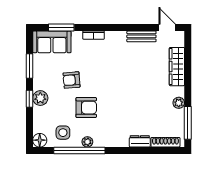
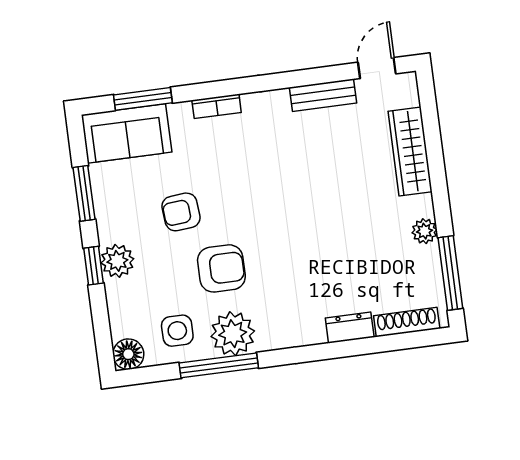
door: (167, 27) -> (377, 68), hinge flipped
plant: (87, 142) -> (233, 334), width x1.88, depth x1.88
window: (79, 150) -> (219, 365), width x0.68

